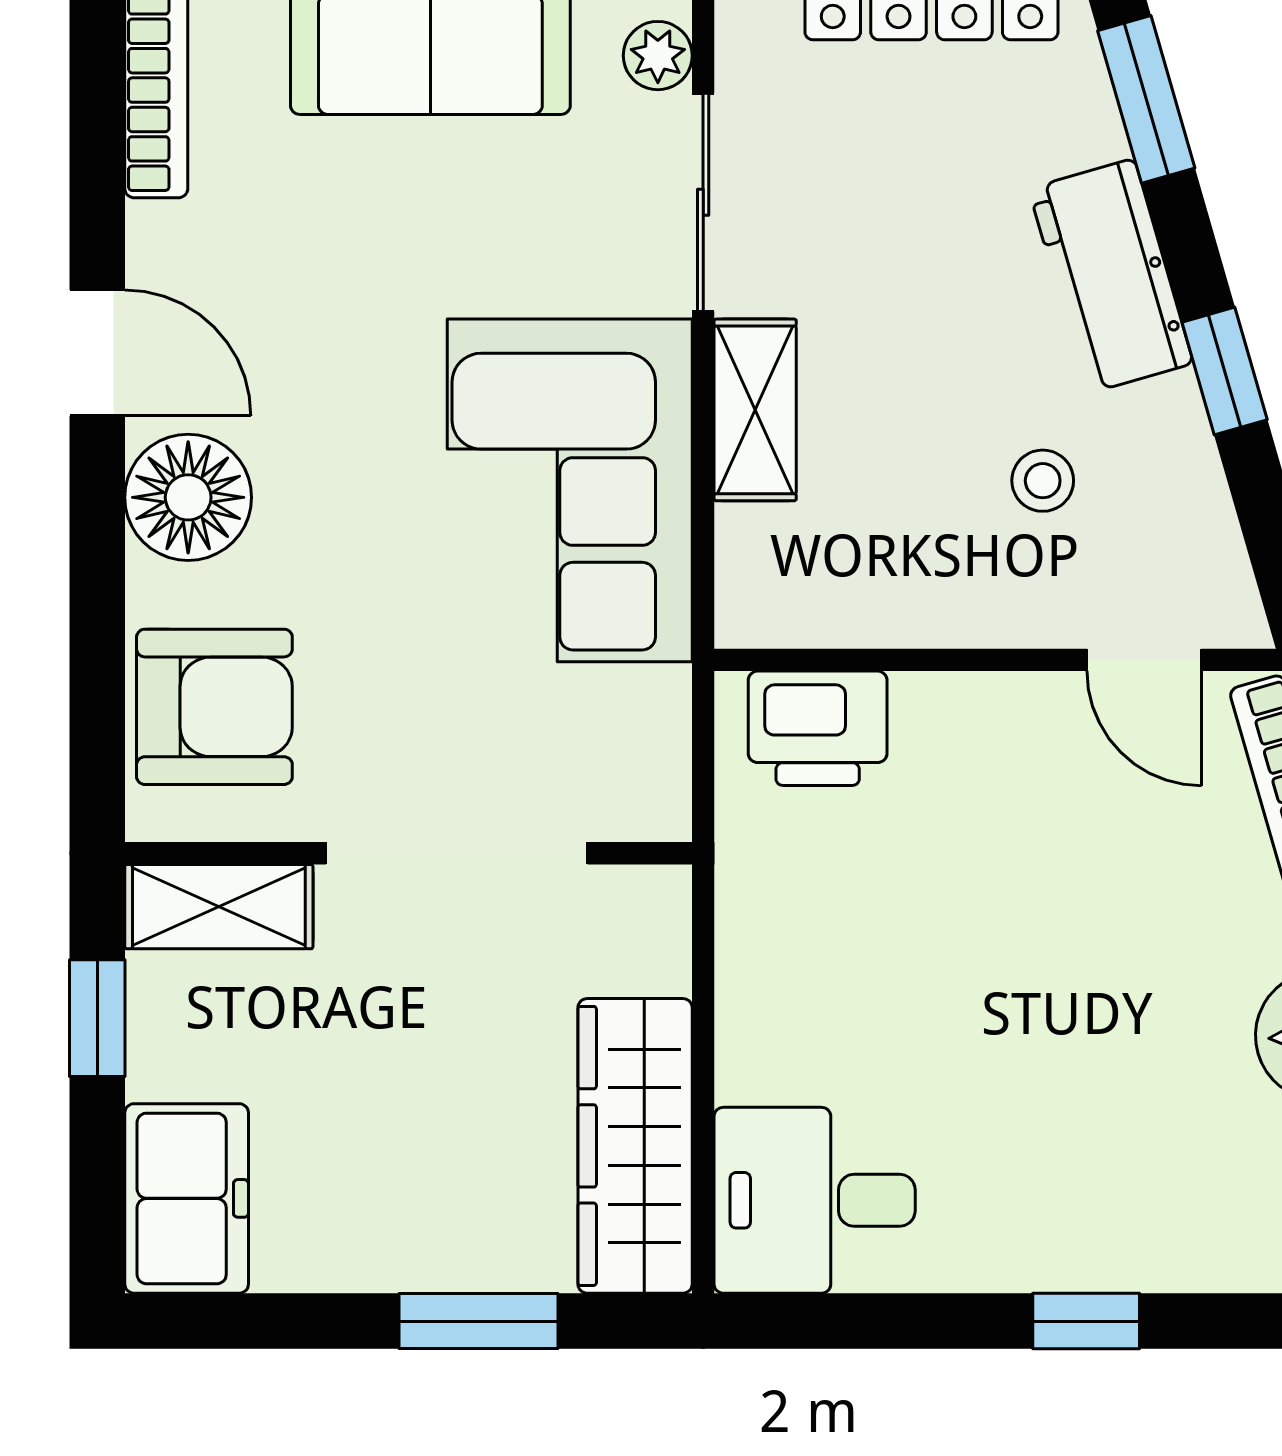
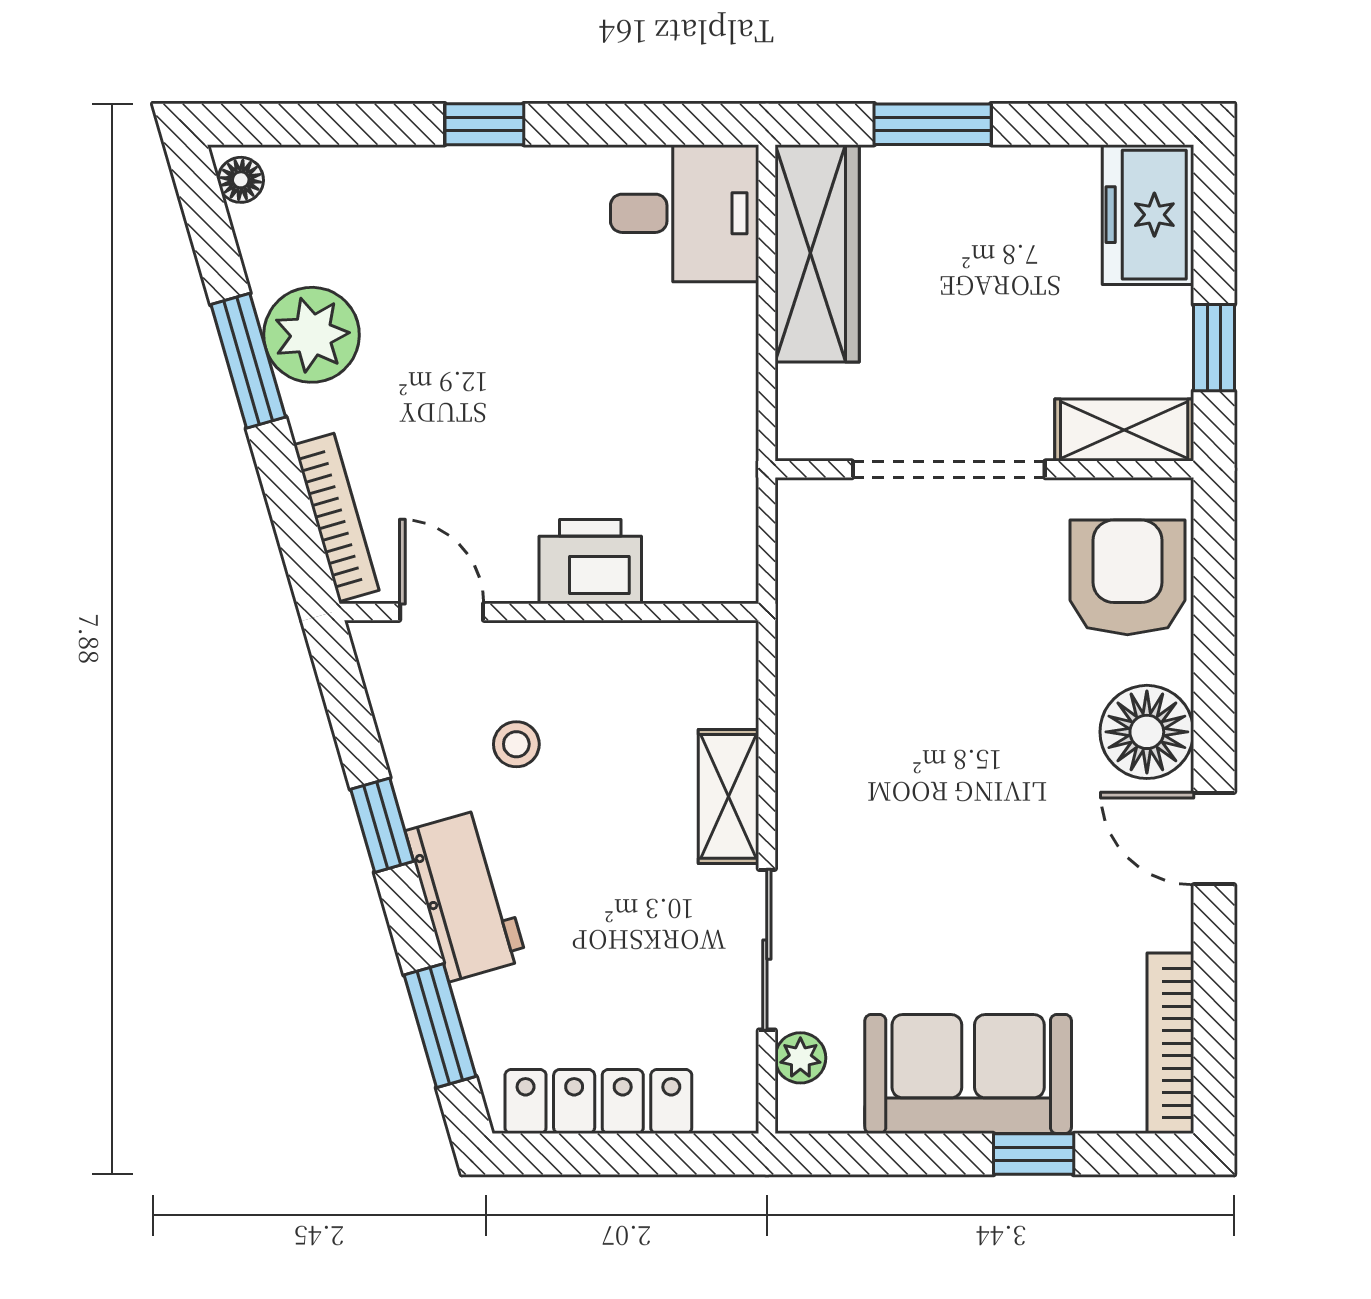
corner sofa: (570, 490) -> (865, 737), removed
armchair: (214, 707) -> (1127, 577), turned 90
printer: (818, 728) -> (590, 562), moved

